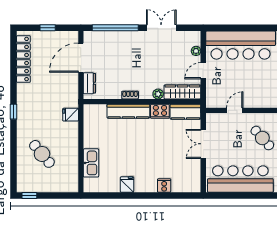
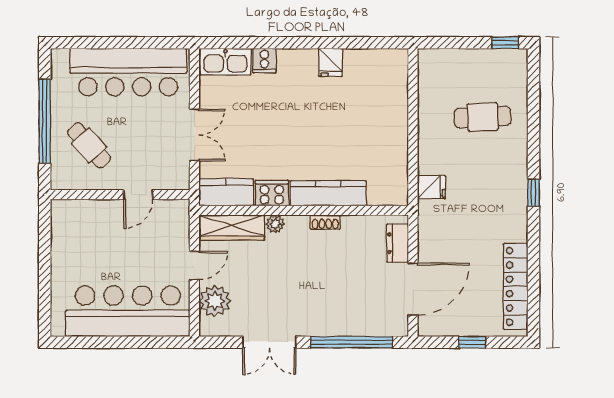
plant: (196, 51) -> (215, 301), width x1.88, depth x1.88
cafe table: (42, 154) -> (482, 117), turned -53
kitchen sink: (91, 163) -> (225, 62), moved, turned -90

